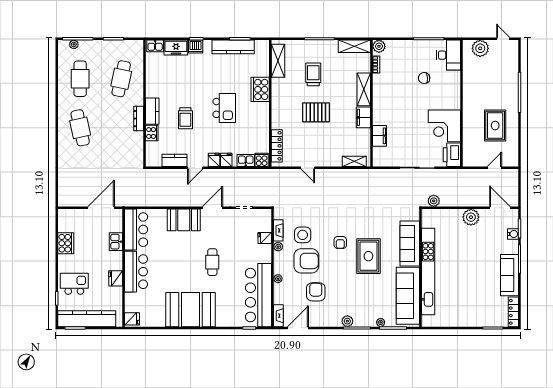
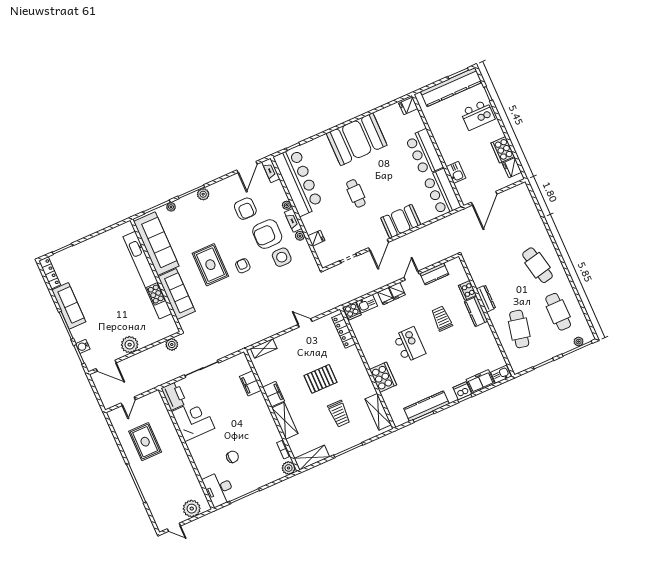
kitchen island: (224, 108) -> (409, 345), turned 180
fireplace: (278, 230) -> (293, 220), moved
fridge: (116, 278) -> (512, 168), moved, turned 180

